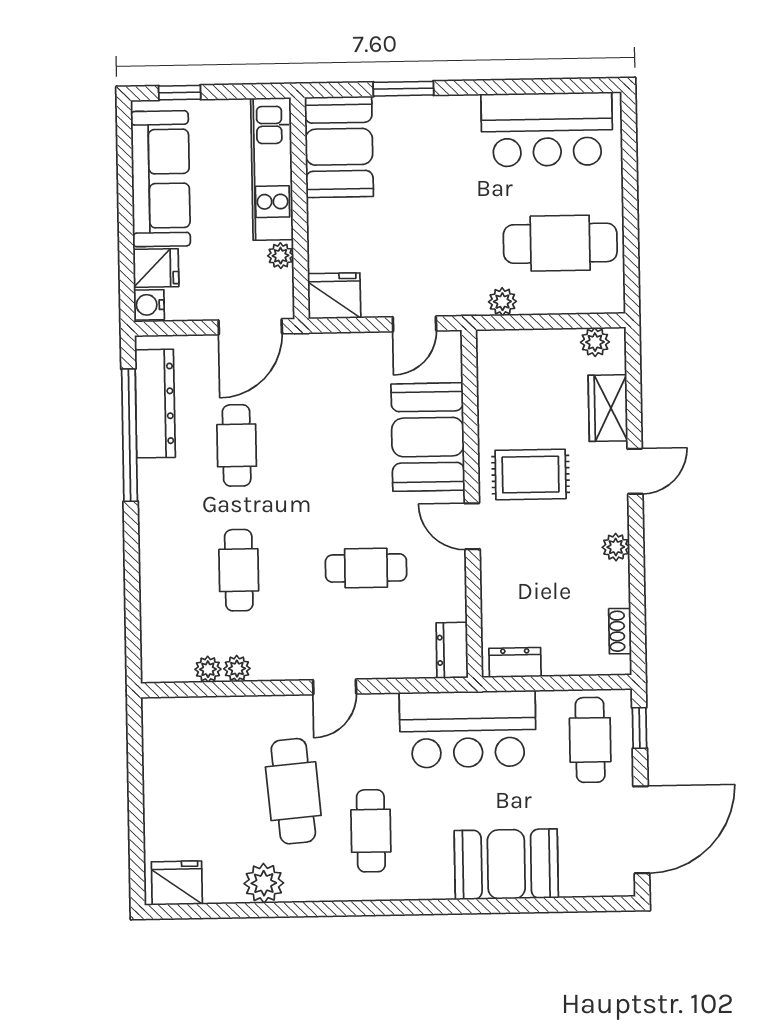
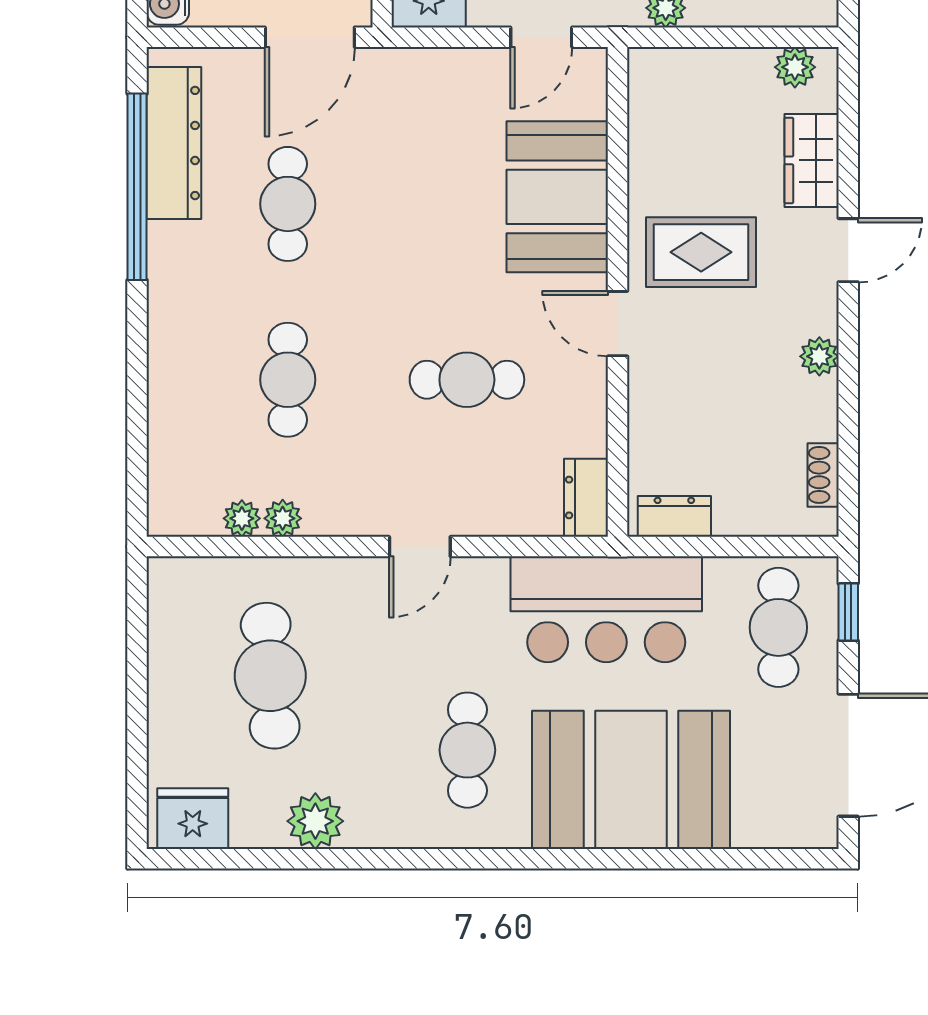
cafe table: (293, 791) -> (270, 676), moved
booth: (506, 864) -> (631, 780), width x1.36, depth x1.42

